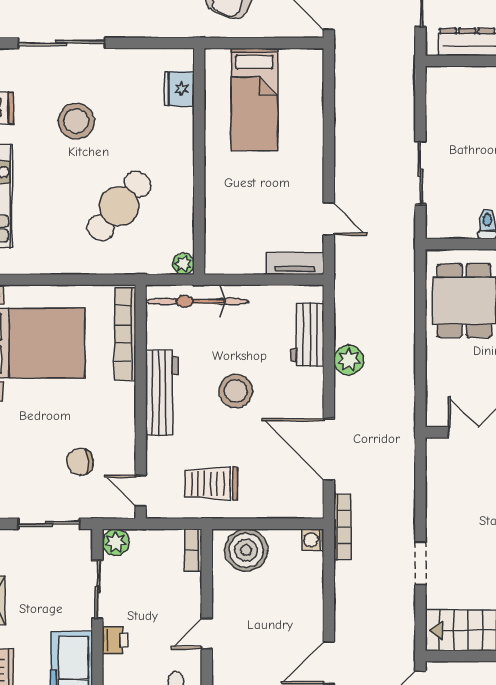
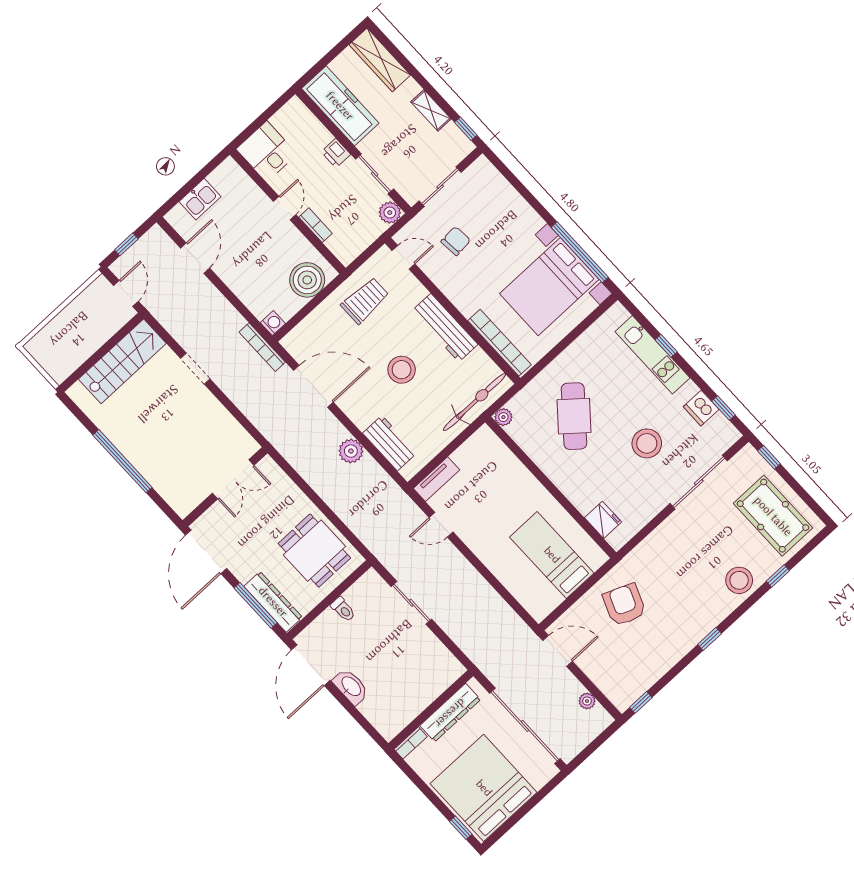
bookcase: (193, 550) -> (316, 225), moved

